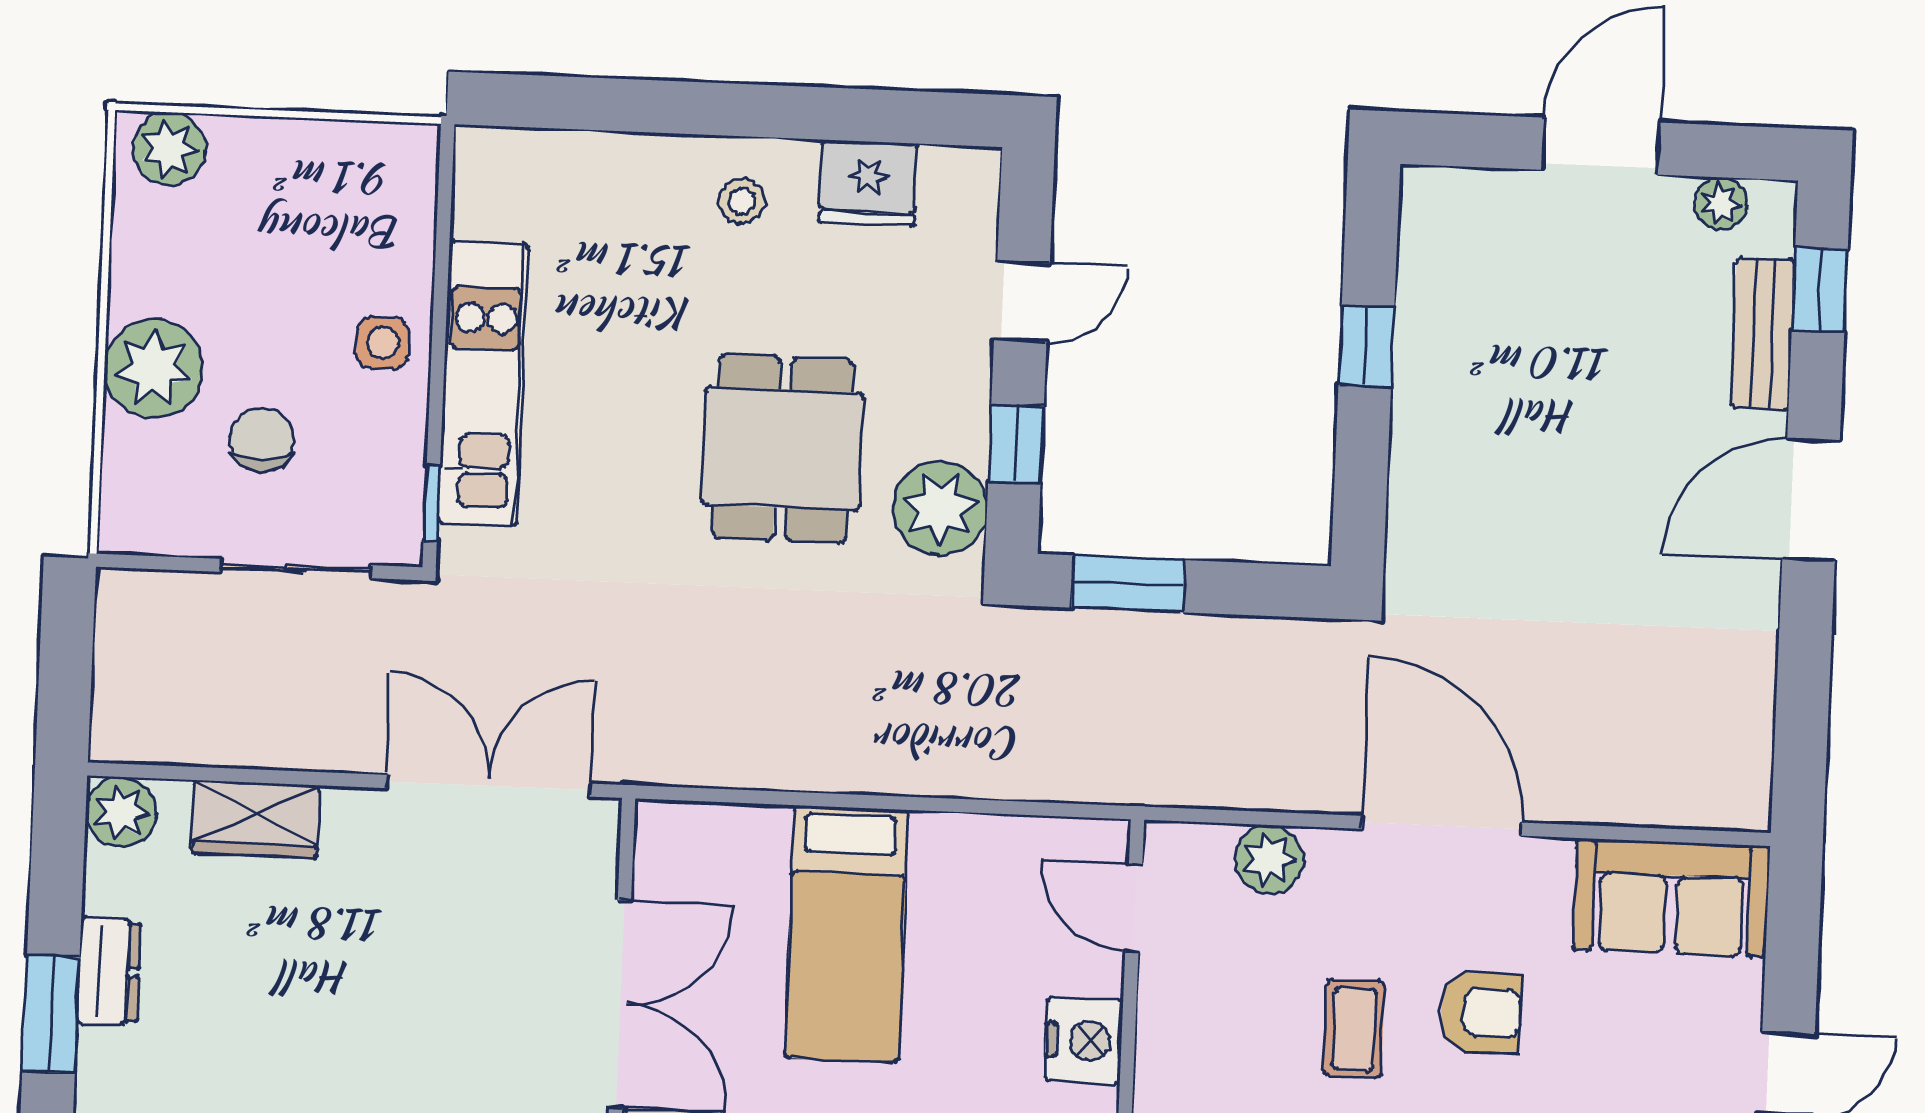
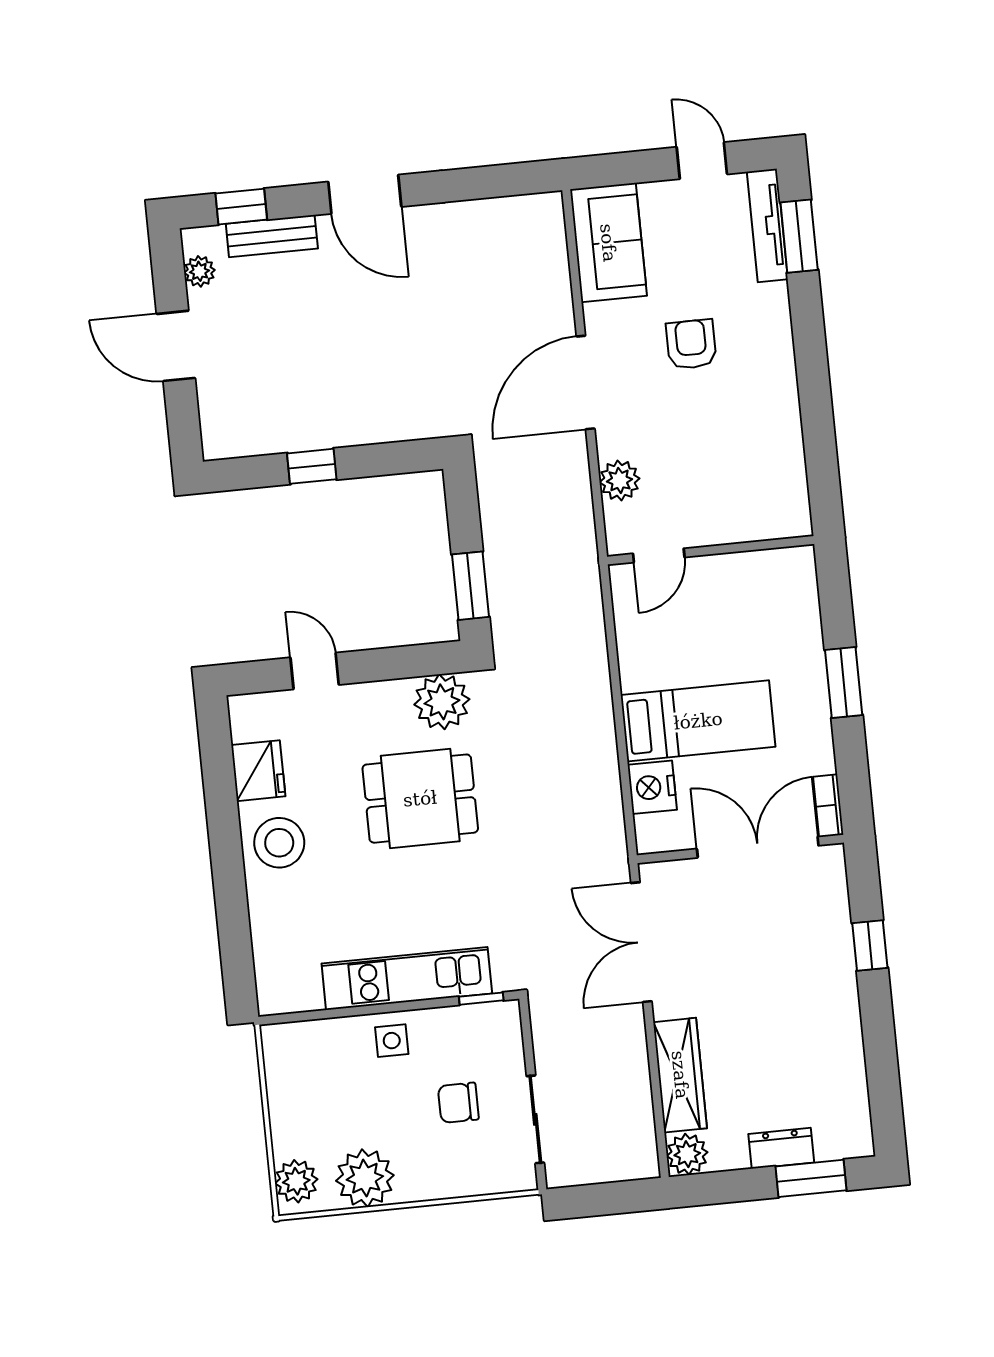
stool: (742, 201) -> (279, 843), width x1.89, depth x1.89
plant: (154, 369) -> (365, 1178), moved
window: (1016, 444) -> (398, 663), removed
sliding door: (296, 569) -> (535, 1119), moved
wardrobe: (256, 819) -> (680, 1075), width x1.50
coffee table: (1354, 1029) -> (711, 417), removed
nightstand: (1084, 1041) -> (652, 787), moved, turned -90

